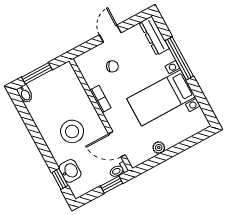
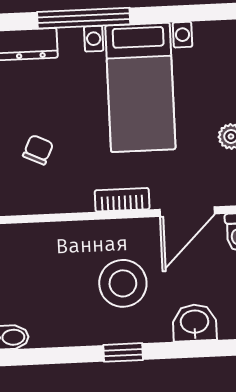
bookcase: (100, 99) -> (122, 200), moved
window: (60, 179) -> (123, 352), moved

